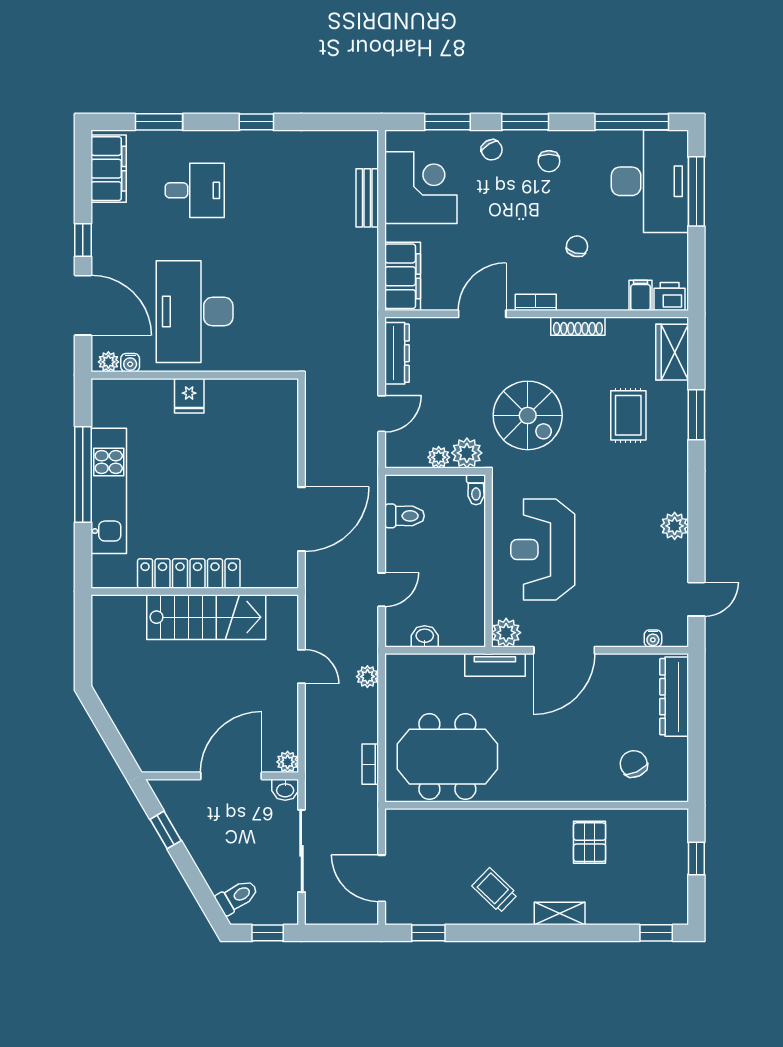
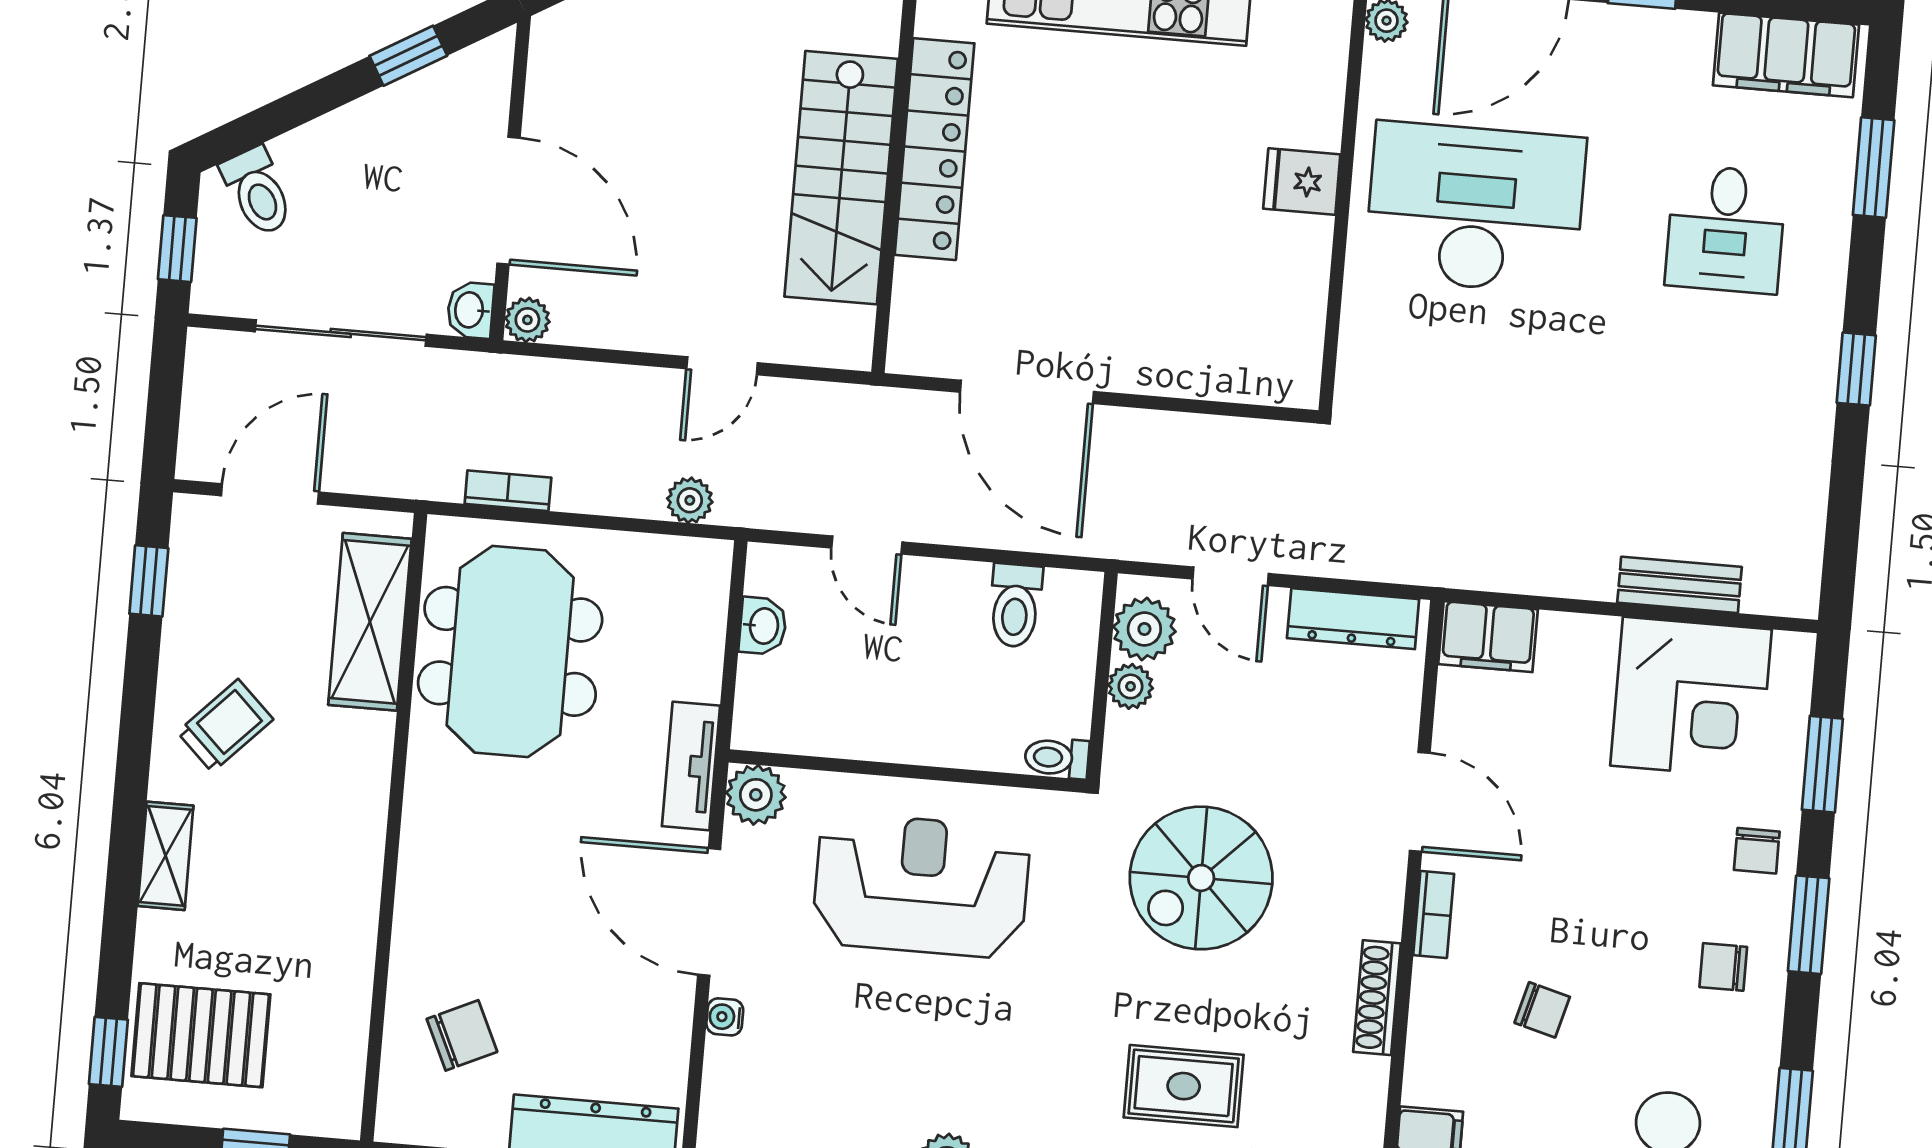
chair: (492, 150) -> (1757, 851), turned -58
filing cabinet: (403, 276) -> (1488, 637), width x0.67, depth x0.86
water cooler: (130, 363) -> (1381, 65), removed
plant: (467, 453) -> (1144, 629), moved
water cooler: (653, 638) -> (725, 1017), moved
shelving: (439, 825) -> (370, 622), added
pallet: (590, 842) -> (201, 1035), moved, width x1.50, depth x1.42

